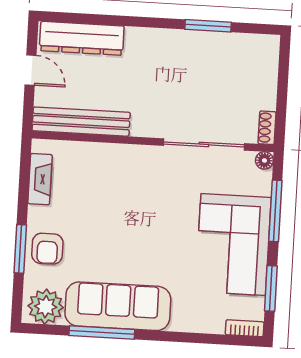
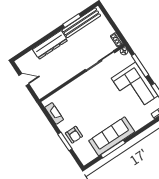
dresser: (82, 38) -> (50, 45), moved
bench: (81, 122) -> (81, 23), moved
plant: (46, 307) -> (88, 154), removed

